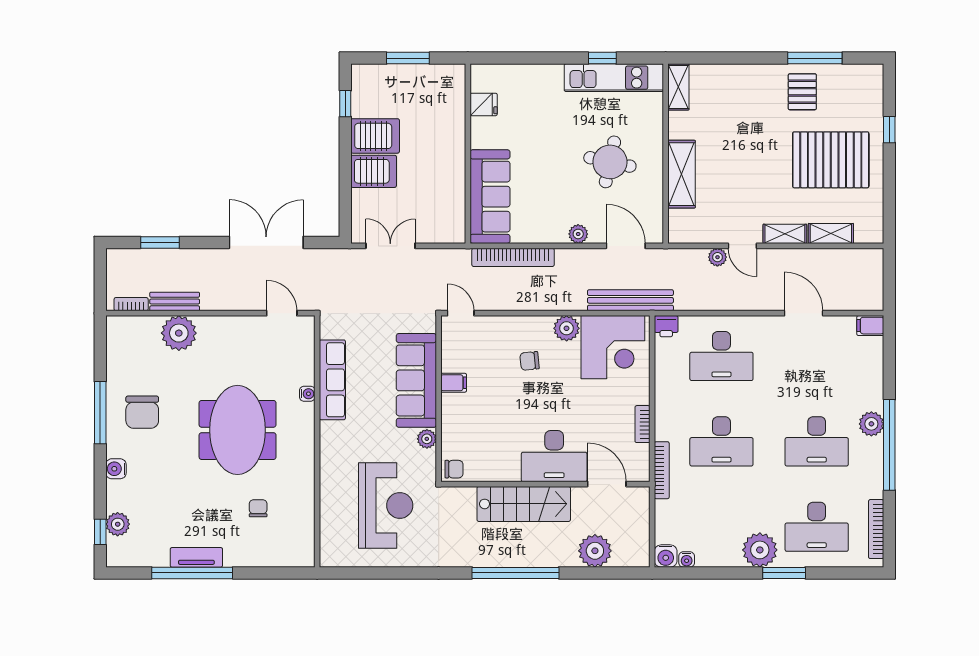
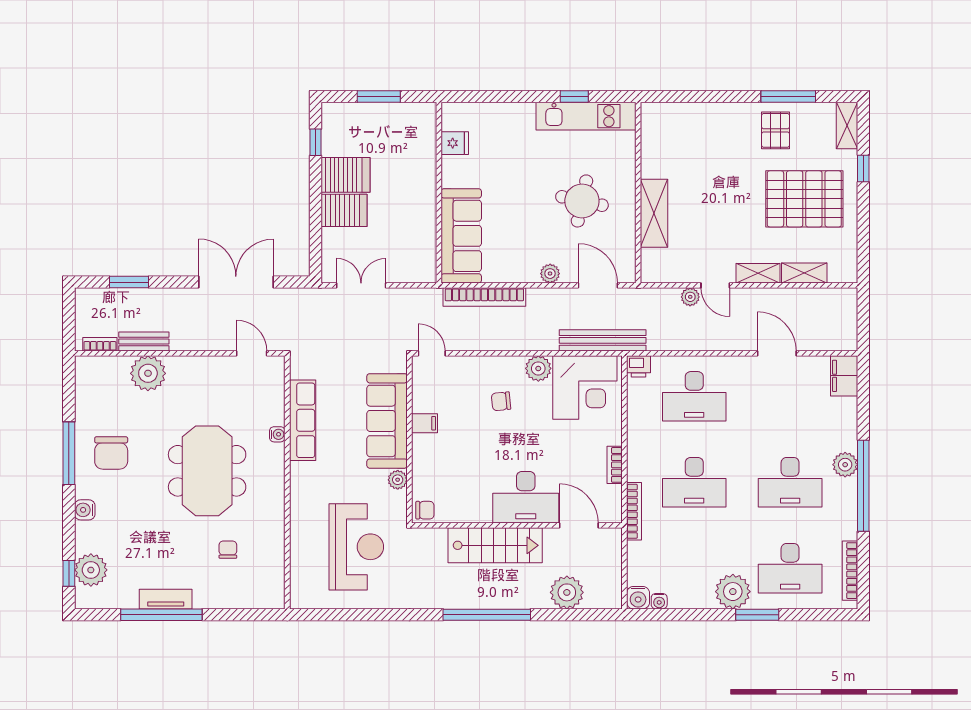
shelving: (678, 87) -> (847, 126), moved
filing cabinet: (870, 326) -> (844, 376), width x2.00
plant: (118, 524) -> (91, 570), width x1.36, depth x1.36

